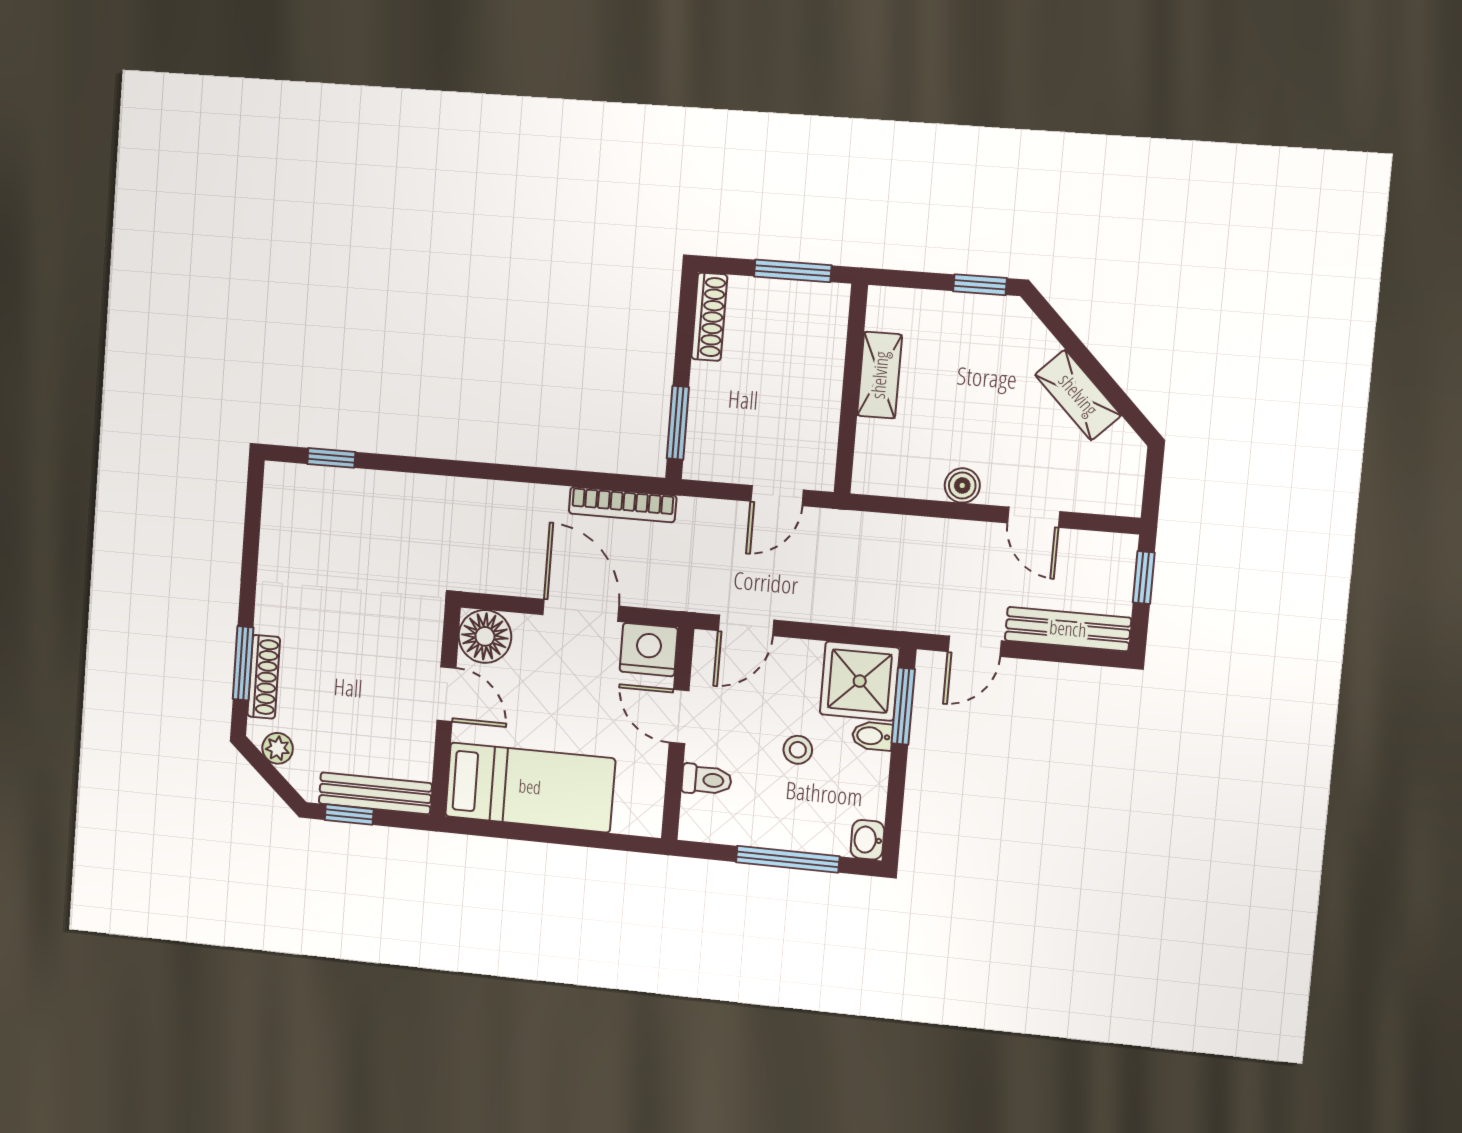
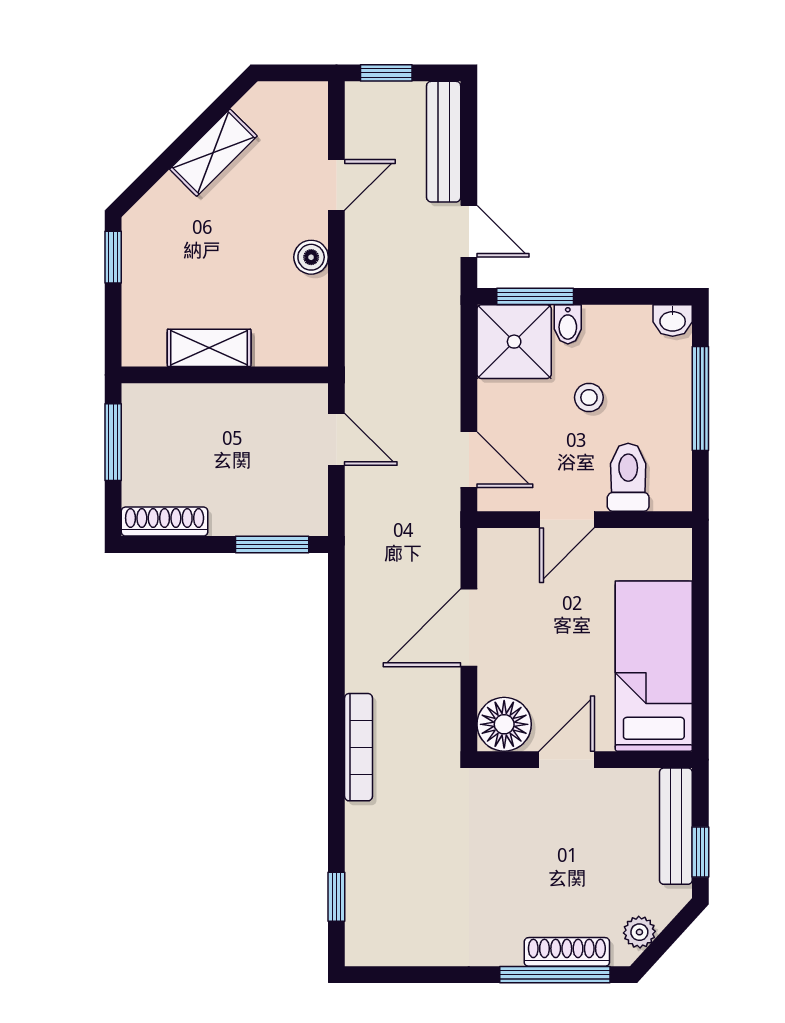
bookcase: (623, 505) -> (359, 747), moved
nightstand: (649, 650) -> (502, 556), removed
window: (243, 663) -> (555, 975), width x1.44
toilet: (707, 780) -> (628, 477), width x1.37, depth x1.39

